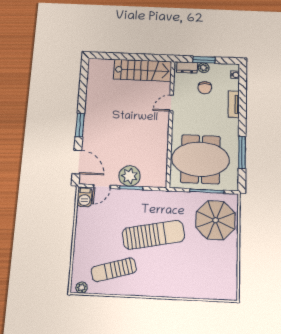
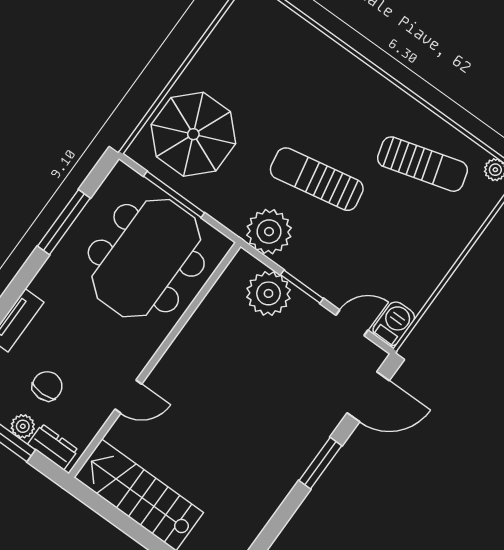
meeting table: (200, 159) -> (146, 258), turned 90
door: (77, 162) -> (368, 397), swing flipped
plant: (130, 176) -> (268, 293), moved
plant: (159, 201) -> (269, 232), added
sun lounger: (153, 235) -> (317, 179), width x0.73, depth x0.75

